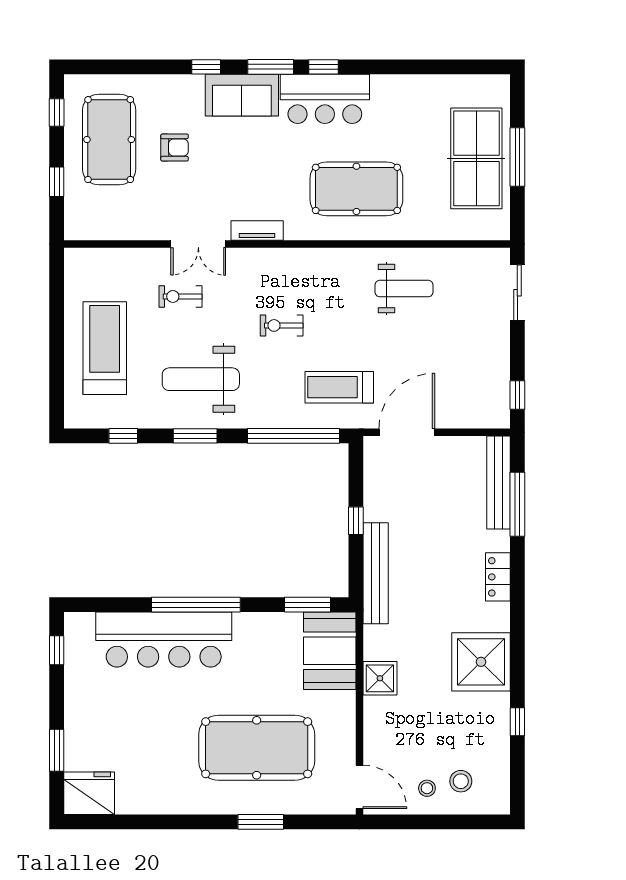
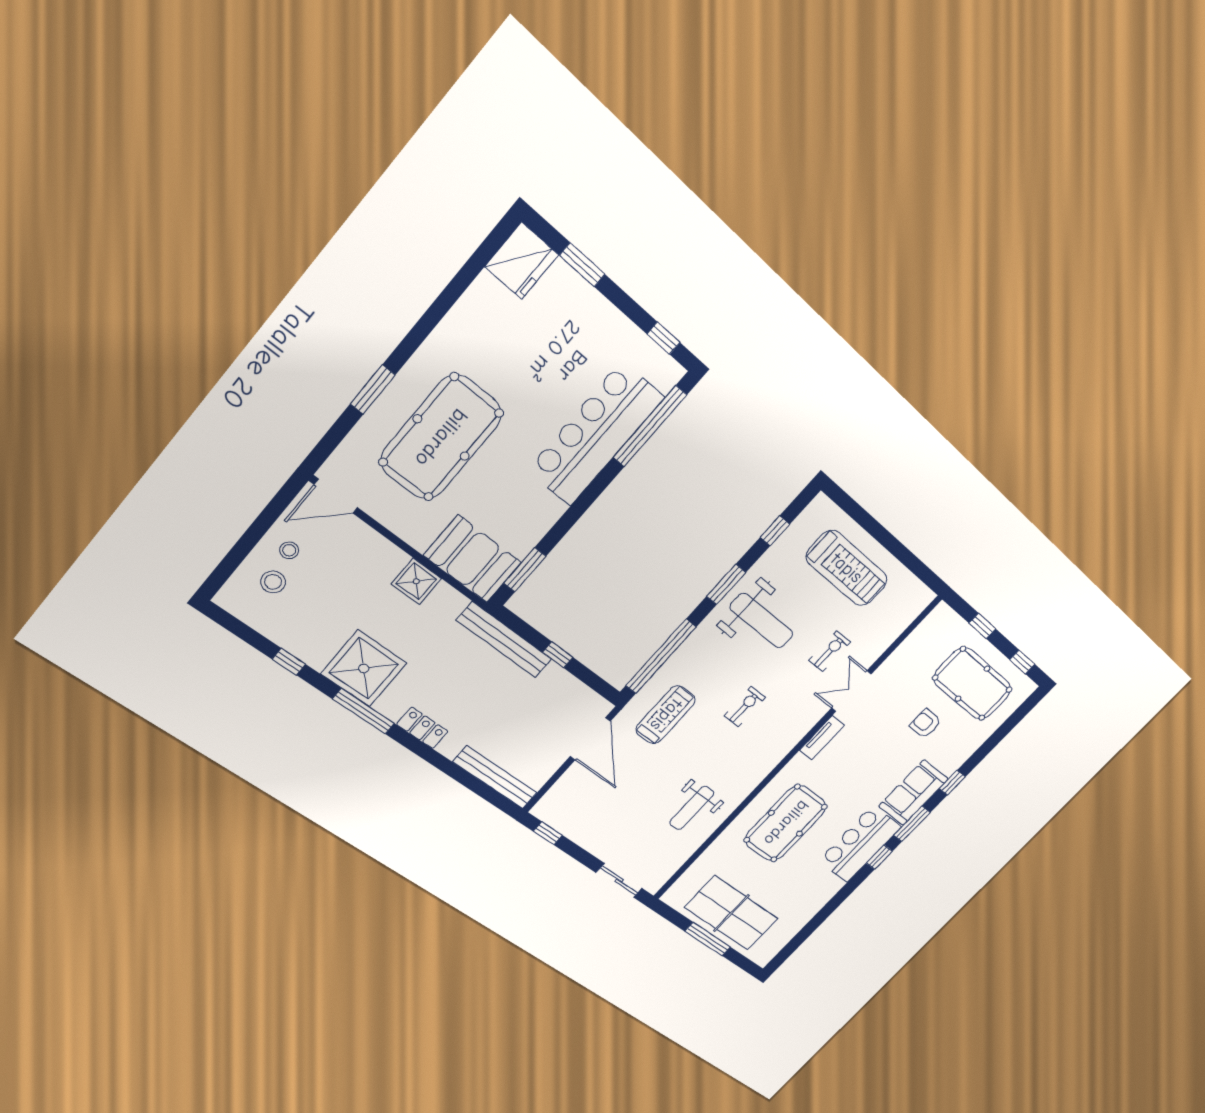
armchair: (175, 148) -> (925, 724), turned 90
weight bench: (201, 379) -> (762, 621), turned 90
window: (517, 504) -> (364, 711), moved
window: (196, 605) -> (650, 426), moved

